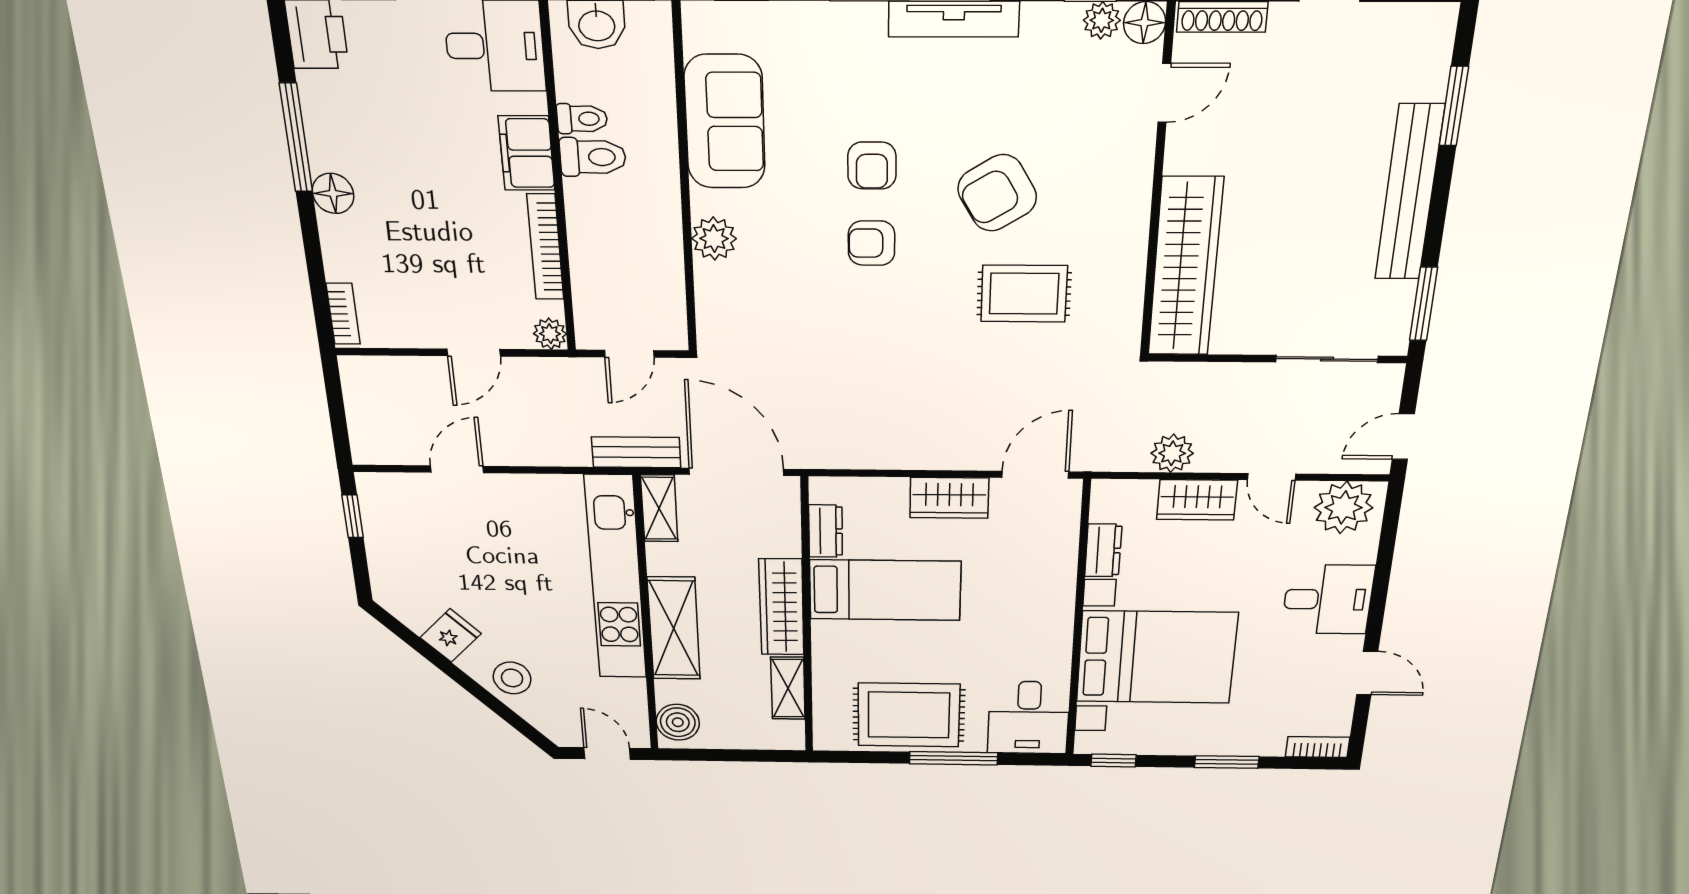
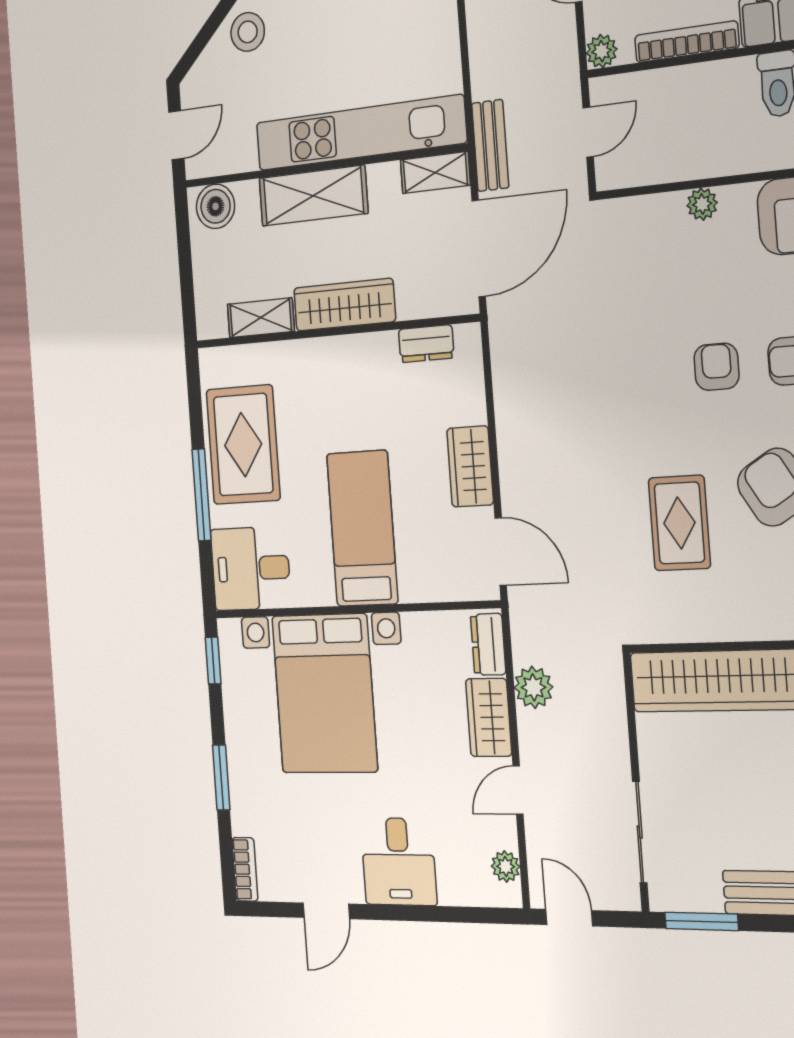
plant: (714, 239) -> (702, 204), width x0.73, depth x0.73
door: (629, 354) -> (588, 132), swing flipped
plant: (1343, 508) -> (506, 866), width x0.53, depth x0.53
dresser: (1103, 550) -> (488, 644), moved, turned 90
bed: (885, 590) -> (362, 528), moved, turned 180

